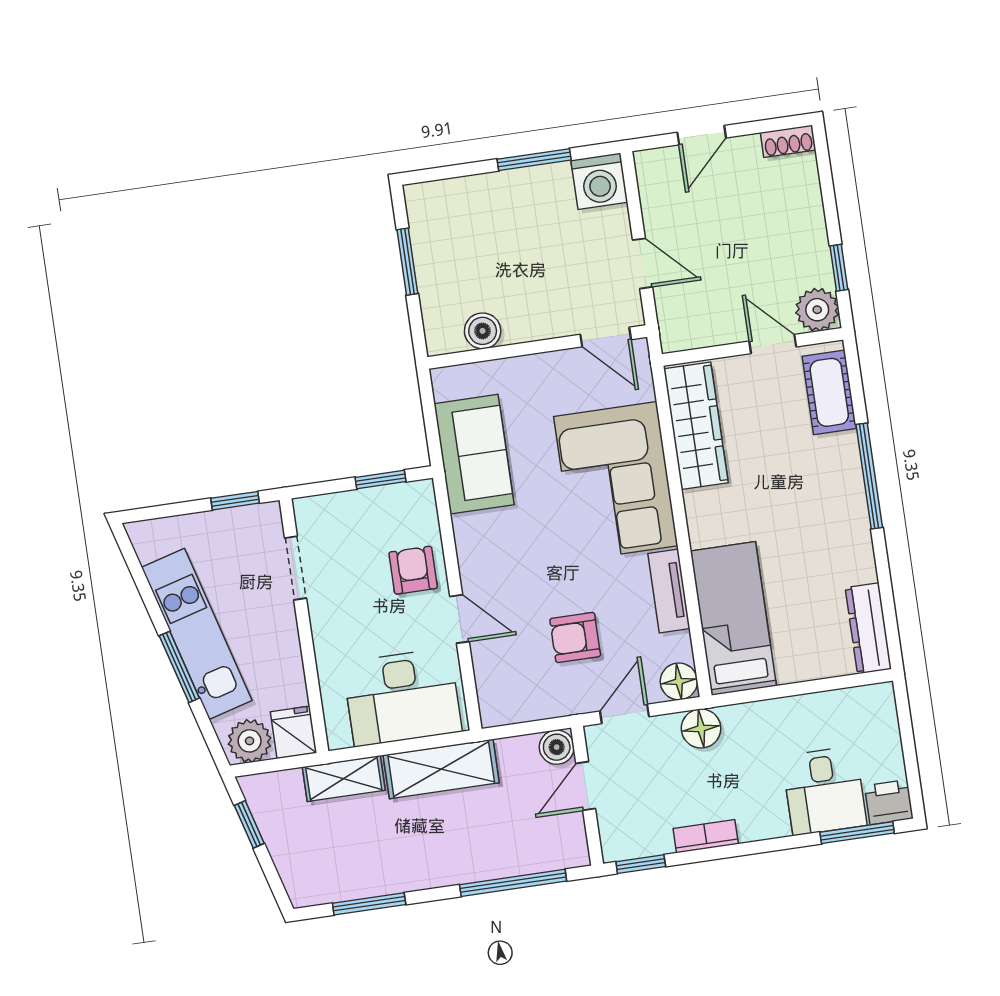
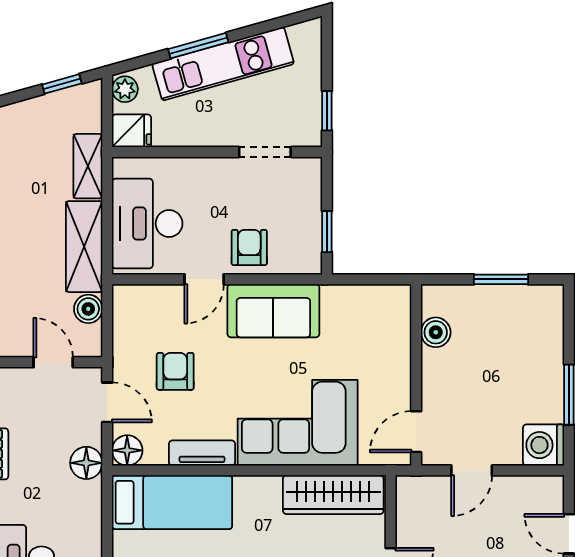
sofa: (474, 454) -> (273, 311), moved
armchair: (413, 570) -> (249, 247), turned -90
plant: (250, 741) -> (125, 89), width x0.73, depth x0.73
boiler: (557, 747) -> (88, 309), moved

